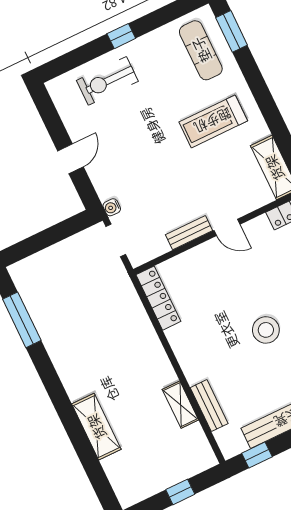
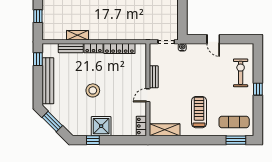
locker: (158, 298) -> (119, 49), moved
locker: (190, 365) -> (94, 48), added

